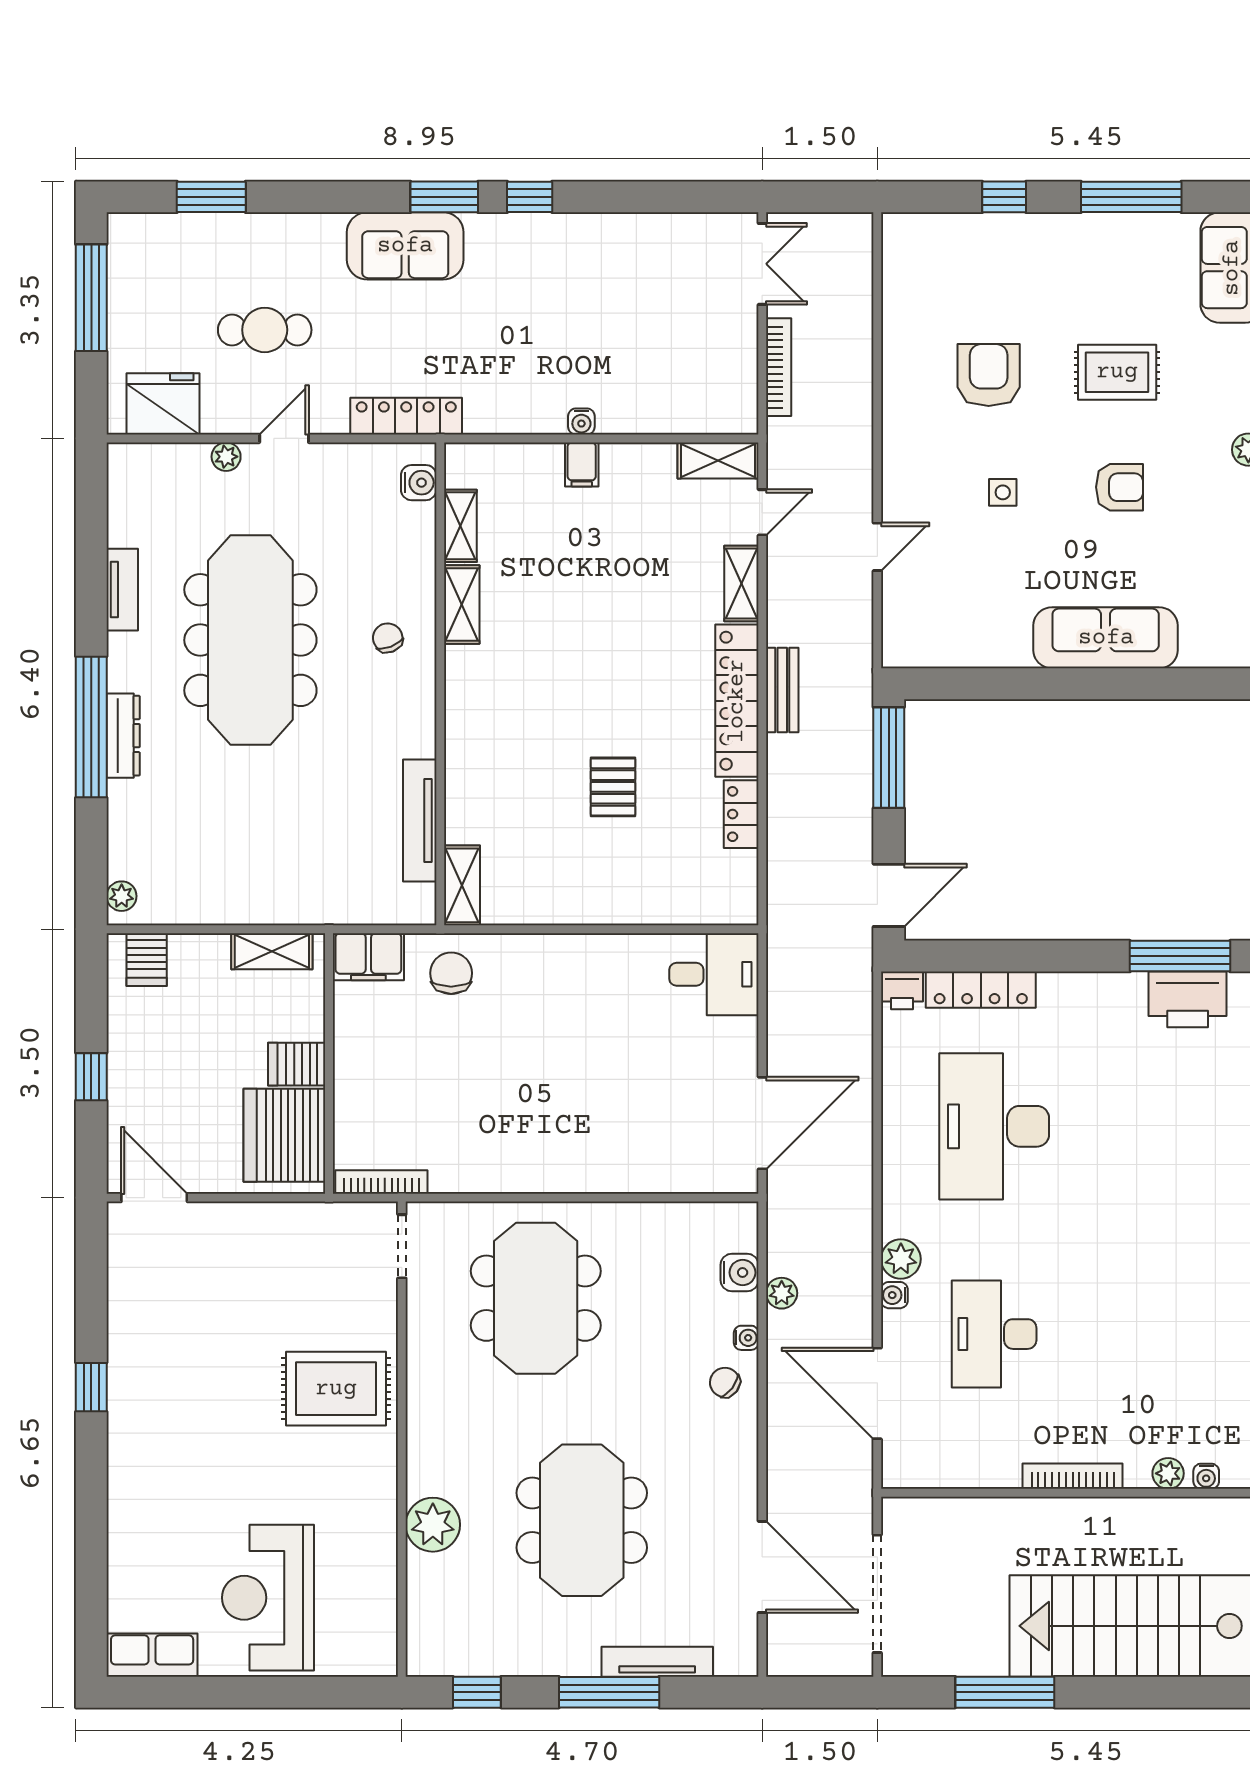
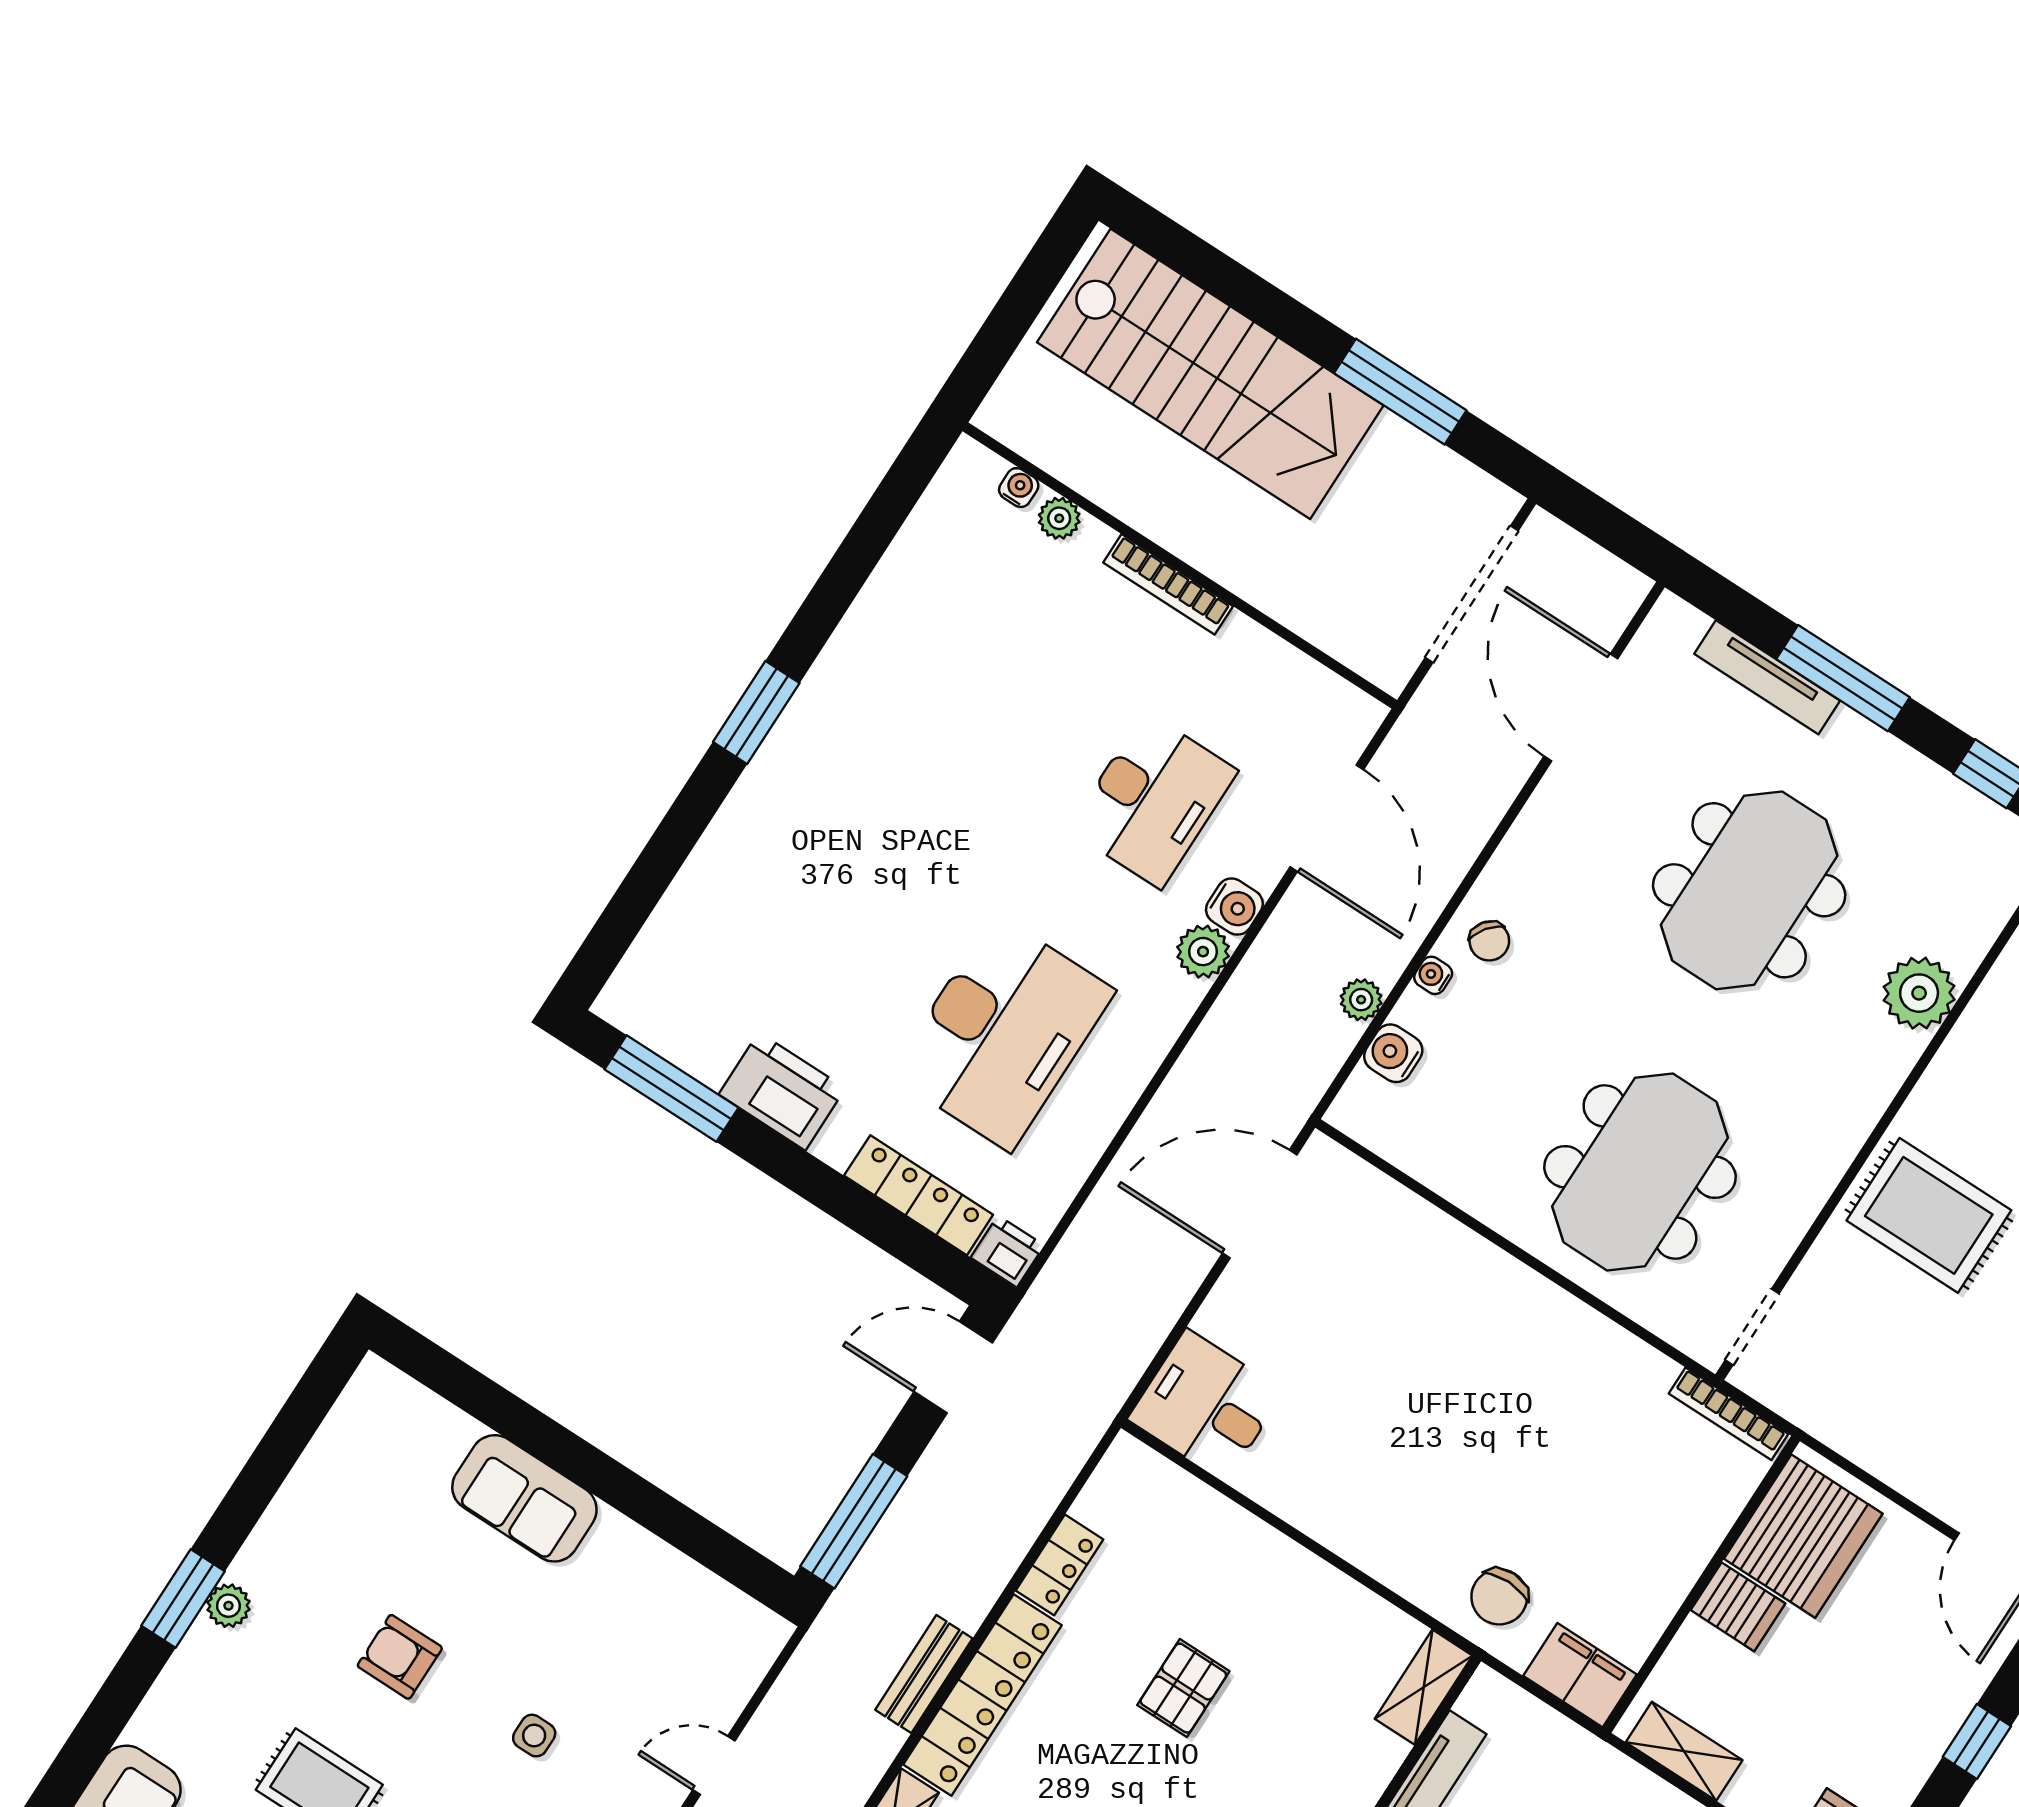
sofa: (1106, 638) -> (524, 1498), width x0.73
printer: (1188, 999) -> (782, 1091), moved
water cooler: (894, 1295) -> (1234, 907), width x1.38, depth x1.38

